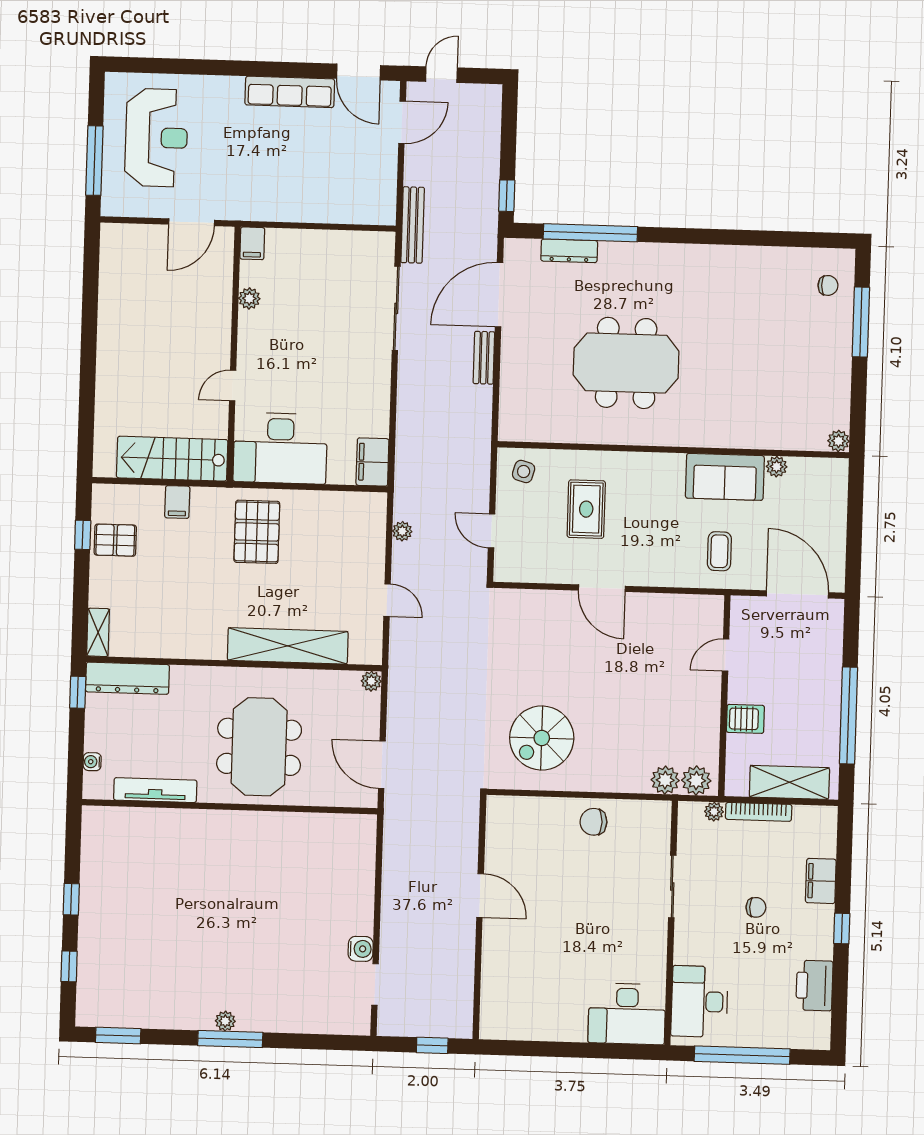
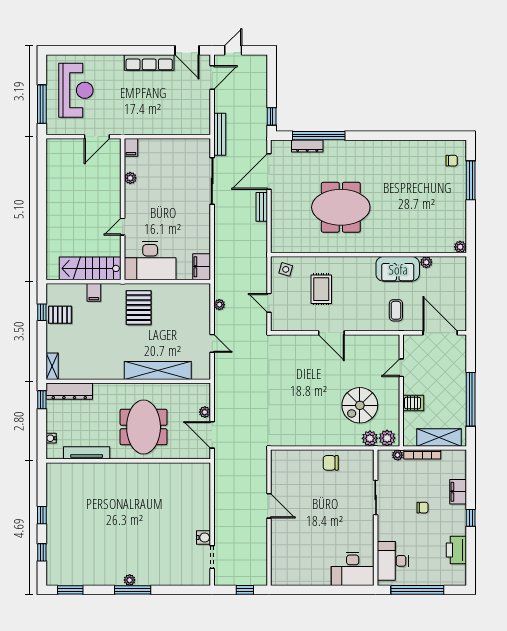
plant: (371, 681) -> (205, 412), moved
spiral stairs: (542, 738) -> (360, 405), moved

